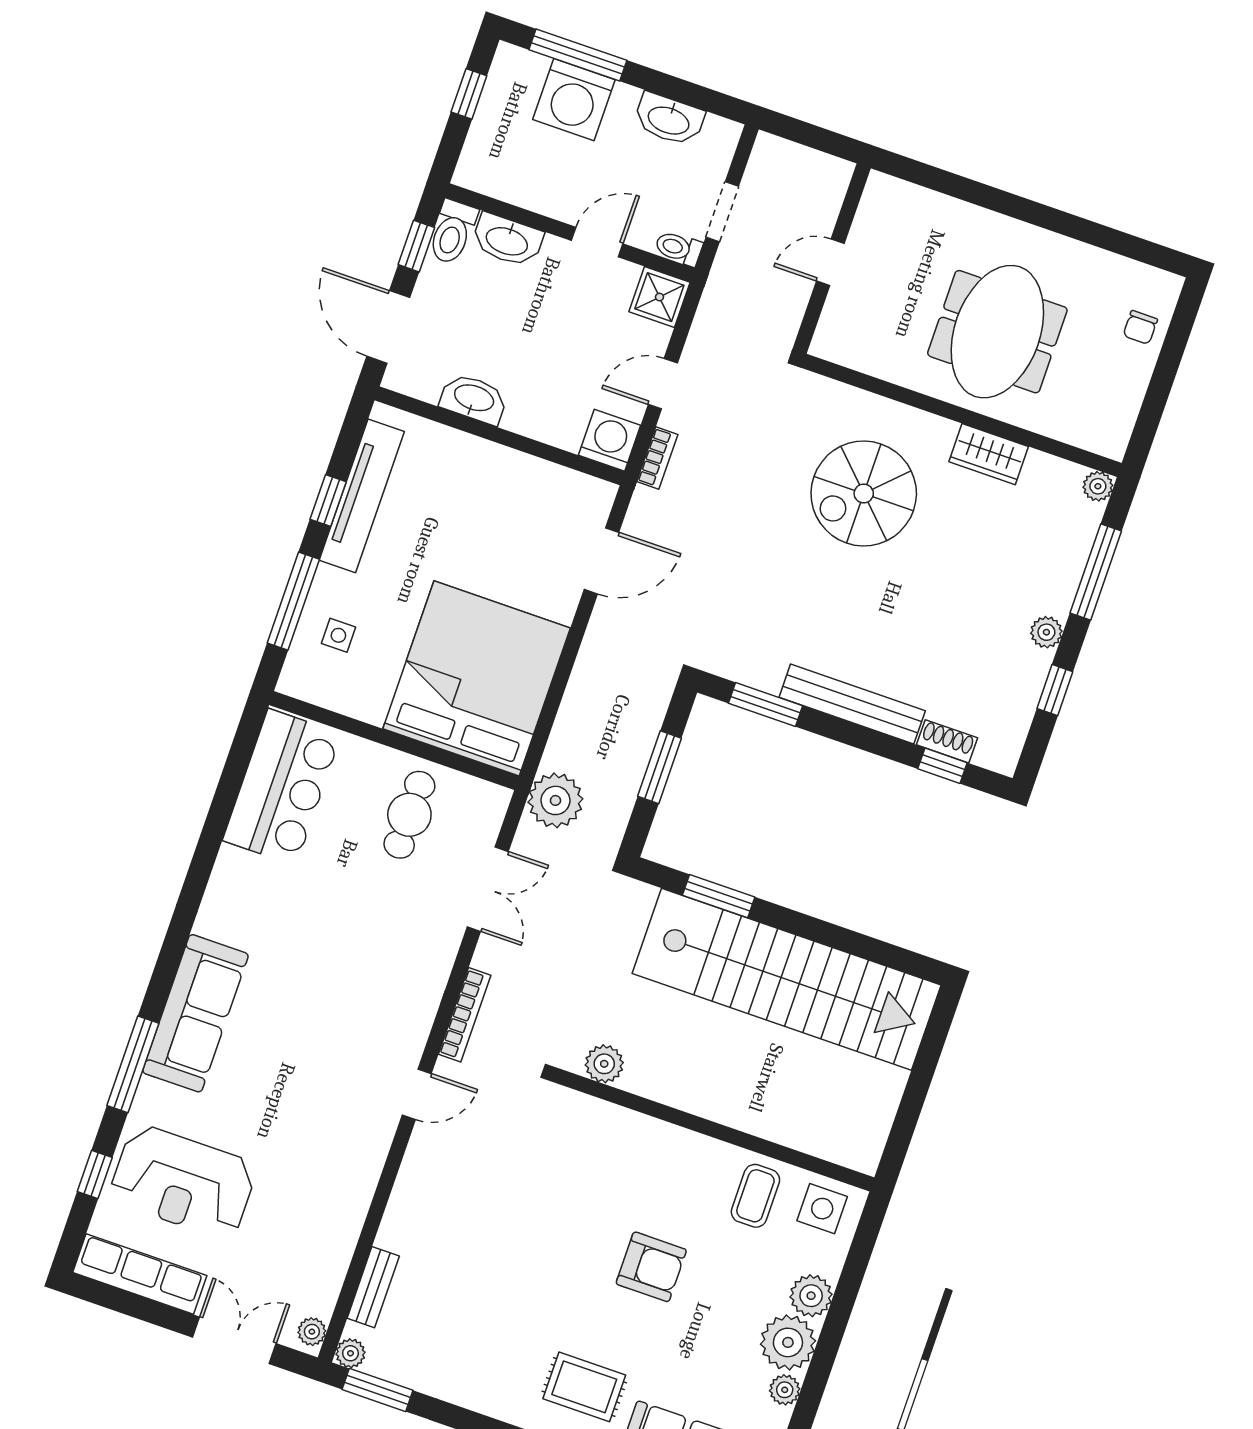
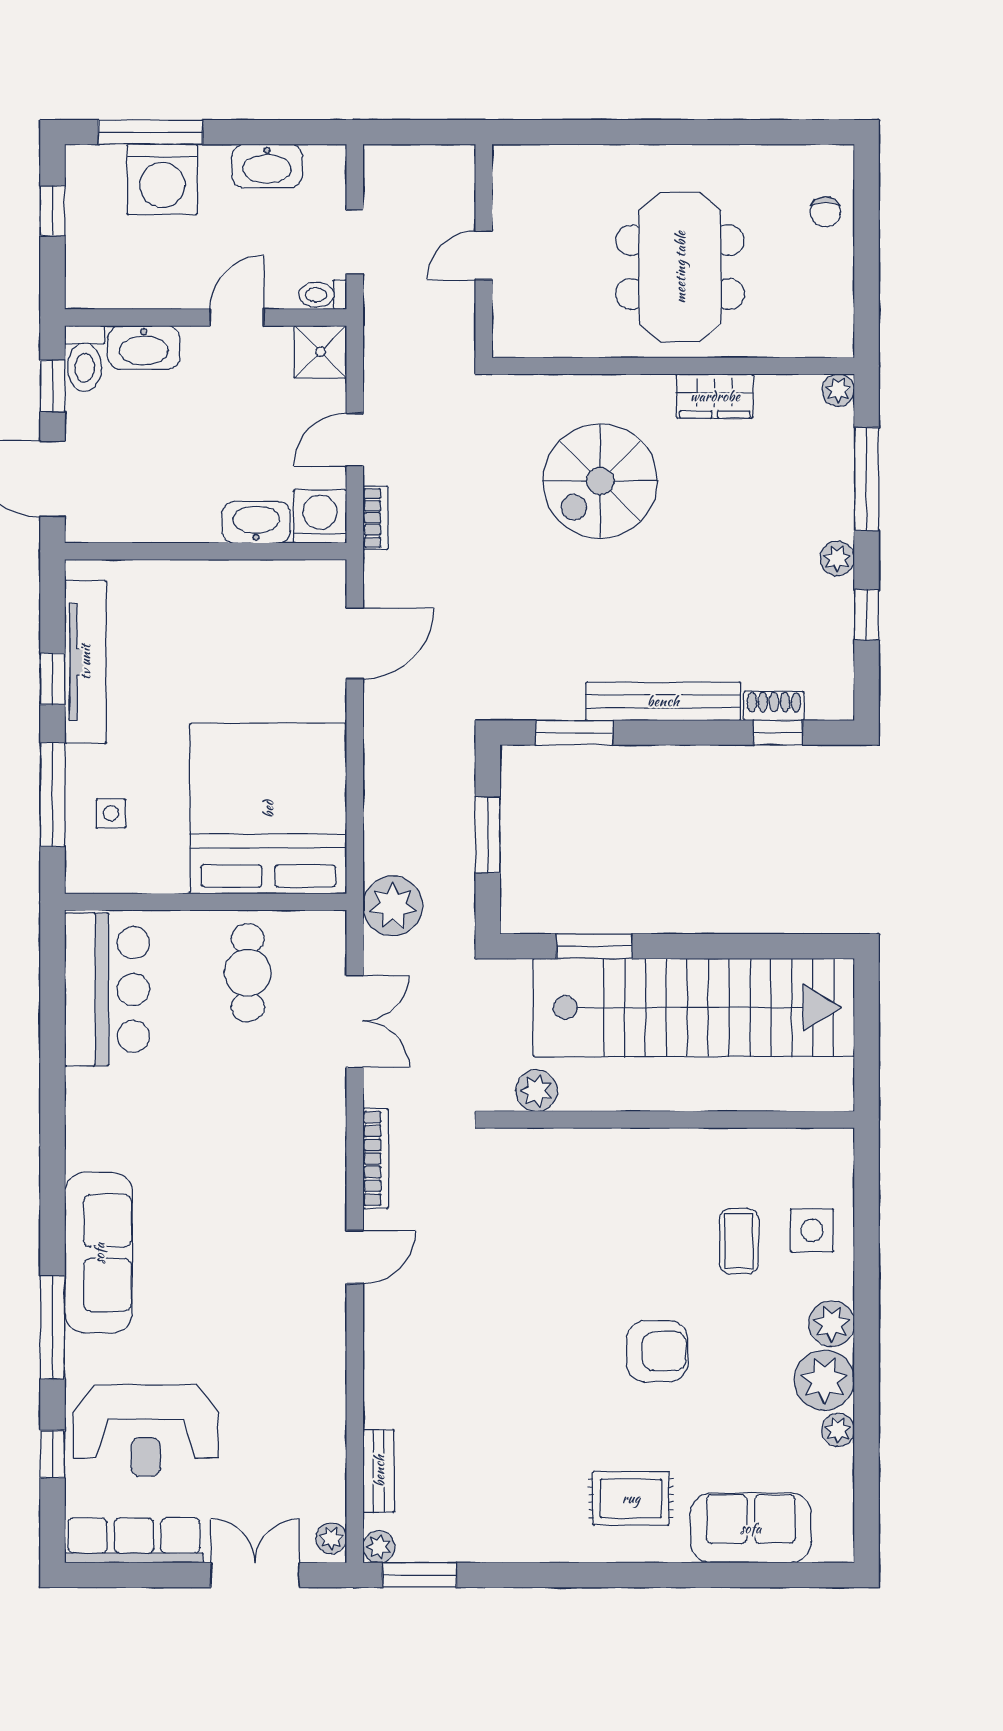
washbasin: (474, 399) -> (256, 522), moved
plant: (604, 1064) -> (537, 1091), moved
wall: (714, 1130) -> (673, 1120), moved

